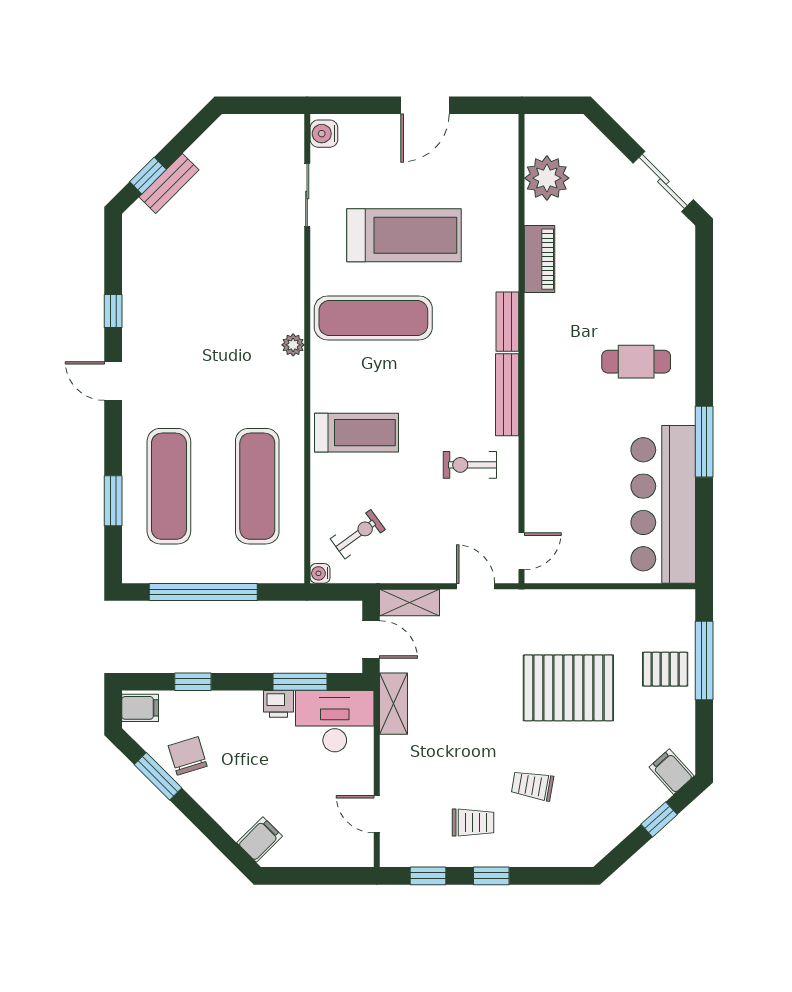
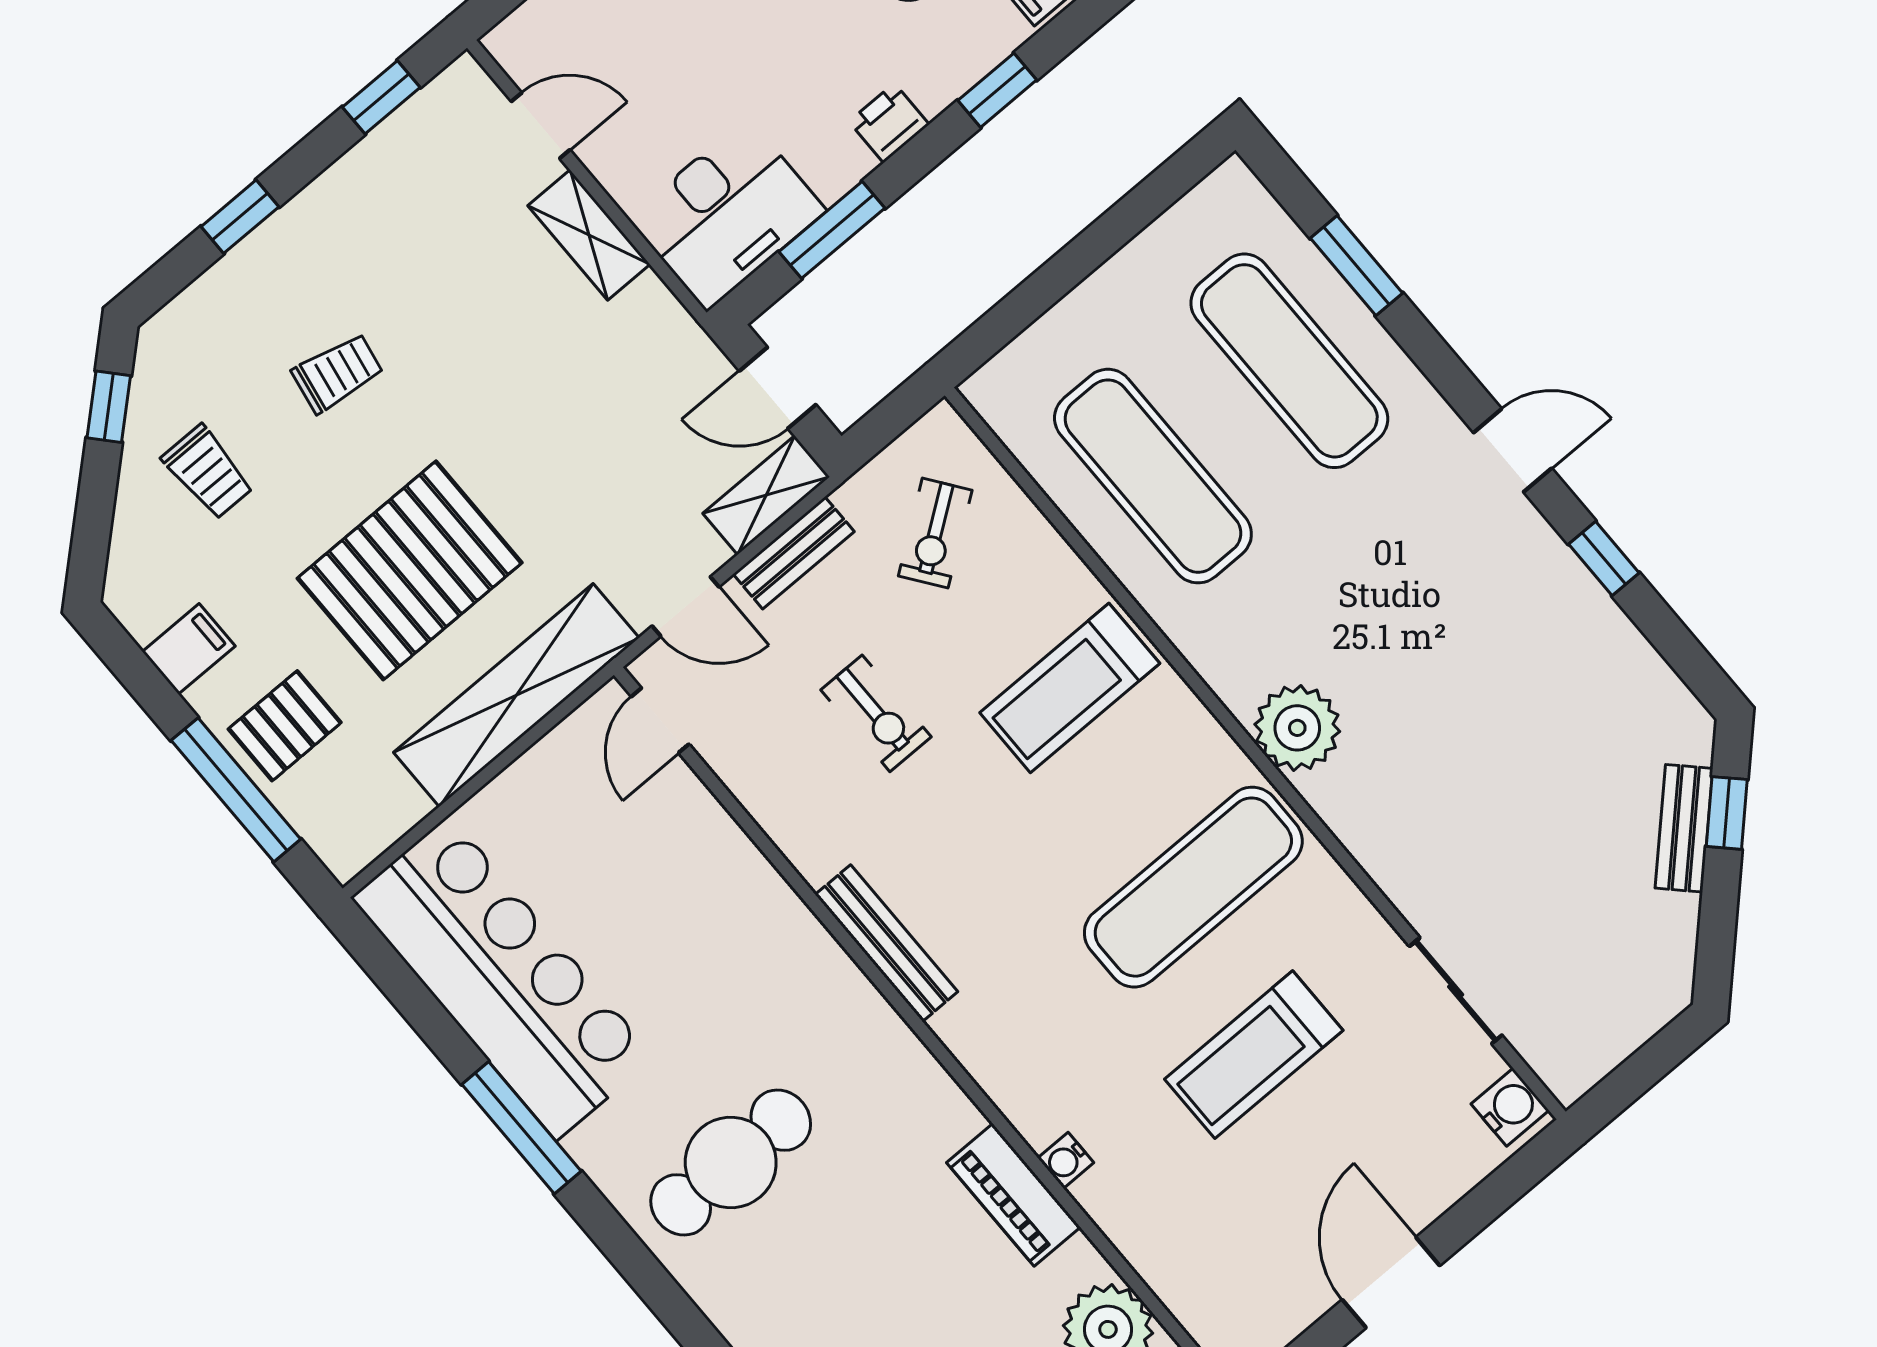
treadmill: (404, 235) -> (1254, 1055), width x0.73, depth x0.73
bench: (507, 322) -> (794, 553), moved, turned 90
plant: (293, 345) -> (1297, 728), width x1.88, depth x1.88
cafe table: (636, 362) -> (731, 1162), width x1.37, depth x1.35
exercise bike: (470, 465) -> (876, 713), moved, turned 90
water cooler: (320, 573) -> (1066, 1160), moved, turned 180
window: (203, 592) -> (1098, 242), removed
shelving: (568, 607) -> (516, 695), added
printer: (278, 704) -> (889, 123), moved
shelving: (393, 704) -> (589, 235), moved
filing cabinet: (672, 772) -> (189, 649), moved, turned -48
window: (659, 819) -> (109, 407), moved
trolley: (473, 822) -> (208, 472), moved, turned -90
window: (491, 876) -> (240, 217), moved

